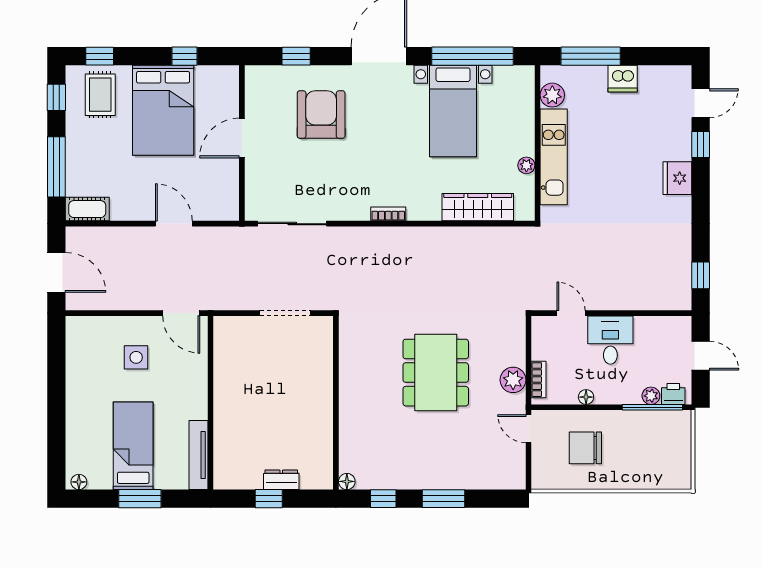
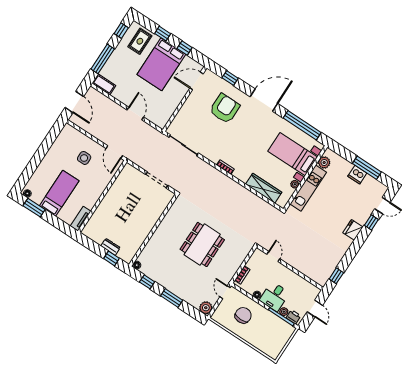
window: (100, 56) -> (163, 34), moved
window: (591, 56) -> (367, 168), moved
bed with nightstands: (453, 111) -> (293, 154), moved, turned 90
door: (242, 138) -> (196, 81), moved
desk: (610, 340) -> (274, 296), moved, turned 180
plant: (513, 380) -> (206, 308), moved
chair: (585, 448) -> (243, 315), turned 90
tv unit: (198, 455) -> (81, 219), width x0.71
window: (140, 499) -> (34, 208), moved
window: (269, 499) -> (111, 258), moved

